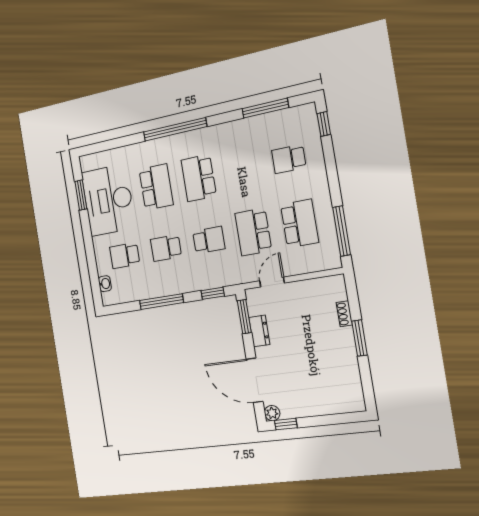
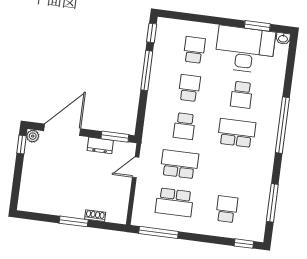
school desk: (156, 187) -> (242, 95), width x0.54
door: (272, 282) -> (136, 167), swing flipped
washbasin: (105, 284) -> (283, 38), moved
window: (213, 293) -> (152, 33), moved

